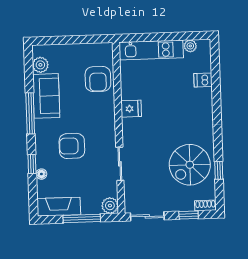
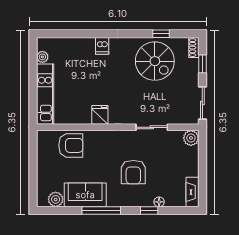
dishwasher: (203, 80) -> (102, 46), moved
fireplace: (59, 207) -> (192, 192), width x0.73, depth x0.76
window: (82, 219) -> (202, 165), removed

